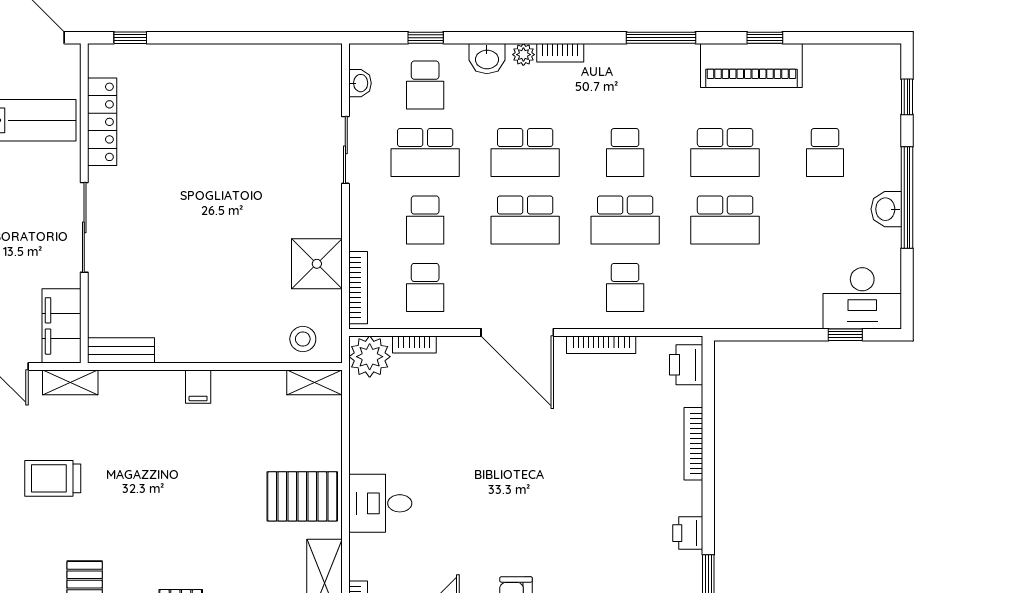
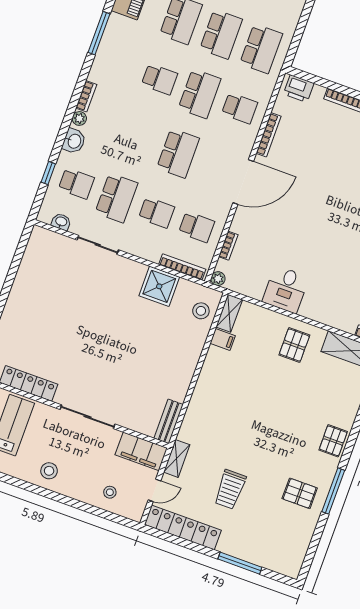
school desk: (525, 153) -> (261, 49), moved
plant: (370, 357) -> (218, 279), width x0.53, depth x0.53
filing cabinet: (198, 387) -> (223, 339), moved
pallet: (302, 496) -> (294, 345), width x0.67, depth x0.71
desk: (380, 503) -> (286, 289), moved

